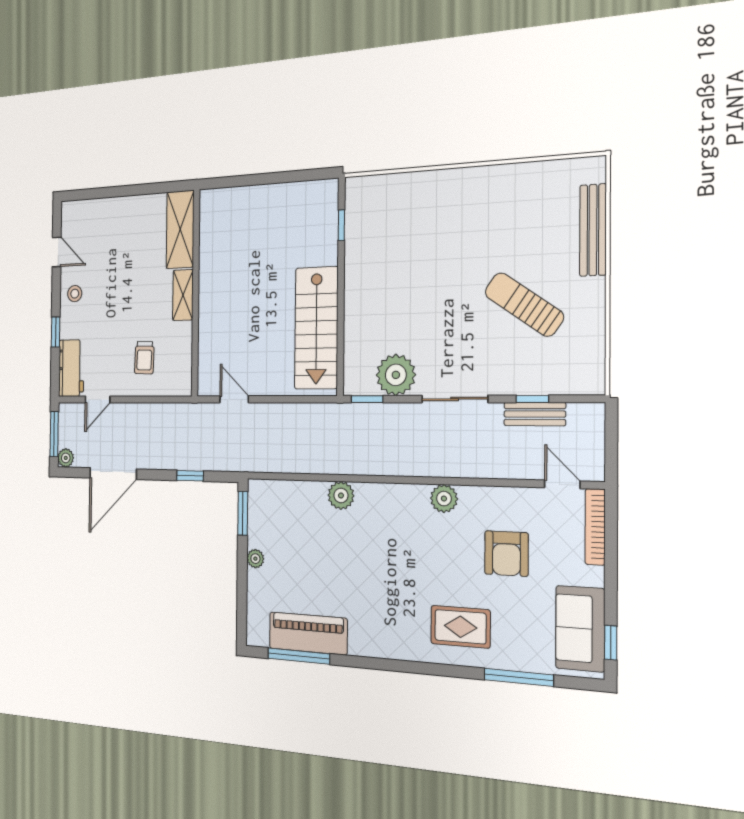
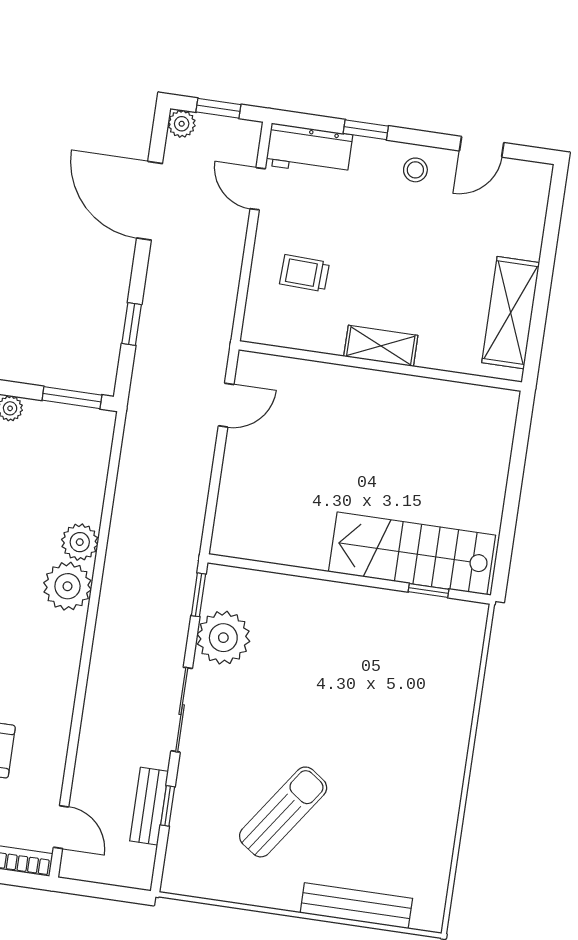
shelving: (180, 229) -> (511, 313), moved, turned 90
stairs: (316, 328) -> (412, 553), moved
window: (54, 434) -> (218, 108), width x0.67
door: (562, 484) -> (61, 827), hinge flipped
plant: (444, 499) -> (67, 586), moved, width x1.36, depth x1.36

